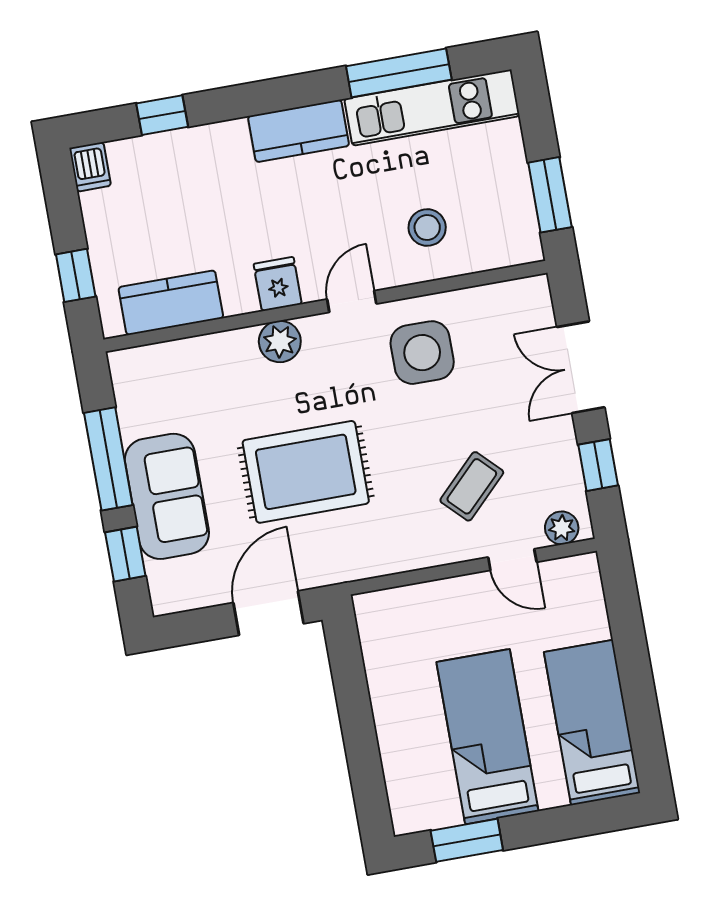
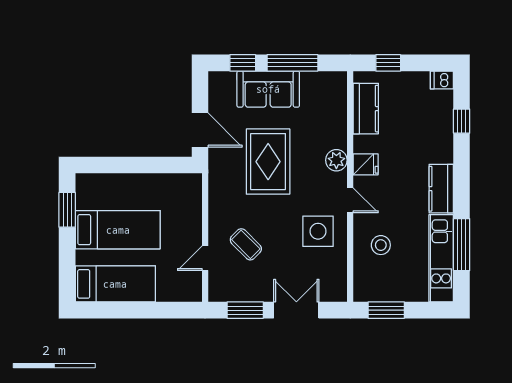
window: (598, 465) -> (245, 310), width x1.50
plant: (562, 528) -> (217, 286), removed

